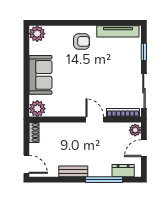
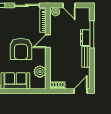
armchair: (84, 83) -> (21, 49), added
plant: (37, 109) -> (40, 72), moved
dresser: (123, 171) -> (85, 38), moved

